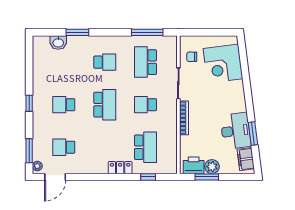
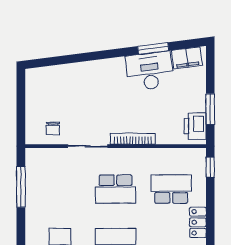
school desk: (145, 62) -> (60, 189), removed
corner desk: (223, 64) -> (62, 88), removed
school desk: (145, 105) -> (116, 189), width x1.85
plant: (212, 167) -> (197, 102), removed
window: (148, 177) -> (210, 167), moved

